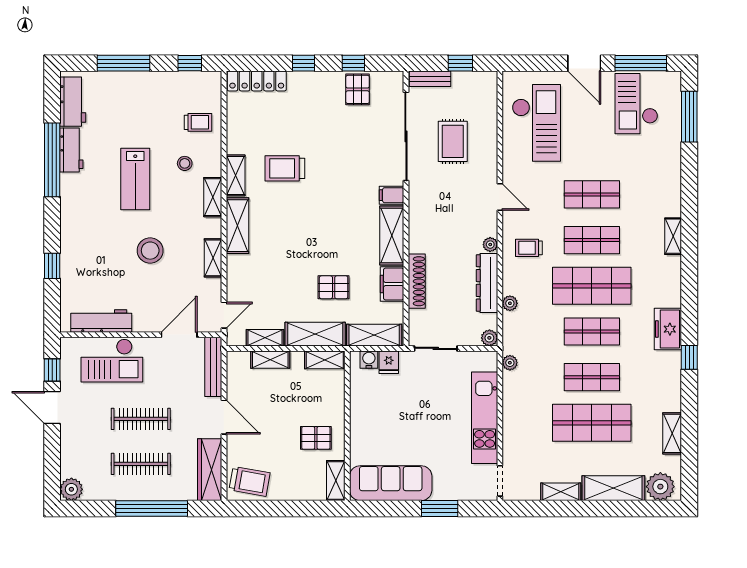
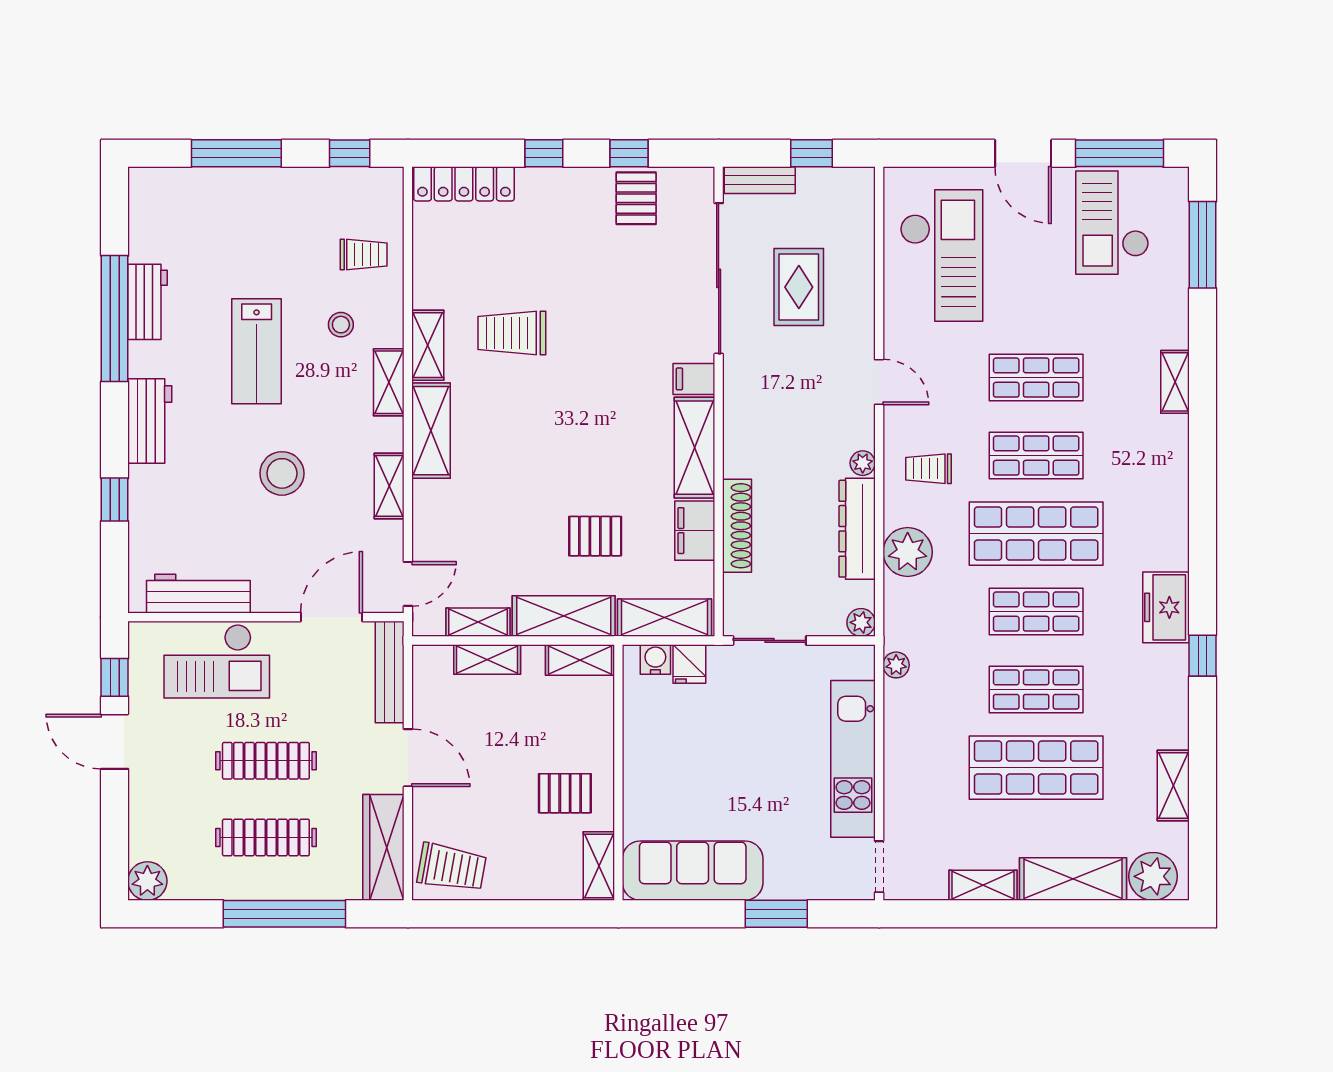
workbench: (73, 102) -> (150, 421), moved
shelving: (673, 236) -> (1175, 382), moved
plant: (510, 303) -> (908, 552), width x1.88, depth x1.88

